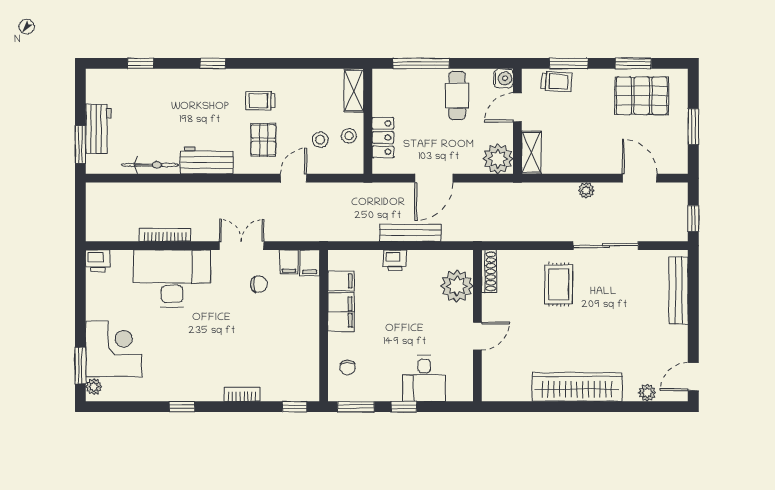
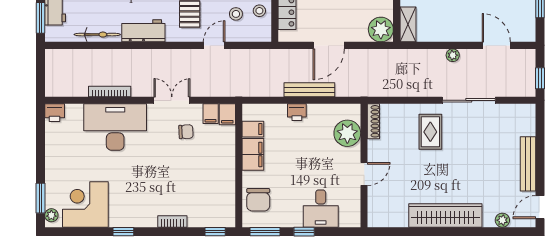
bench: (679, 291) -> (528, 164), moved
corner desk: (114, 349) -> (85, 204), moved, turned -90
chair: (348, 368) -> (258, 200), width x1.87, depth x1.87

